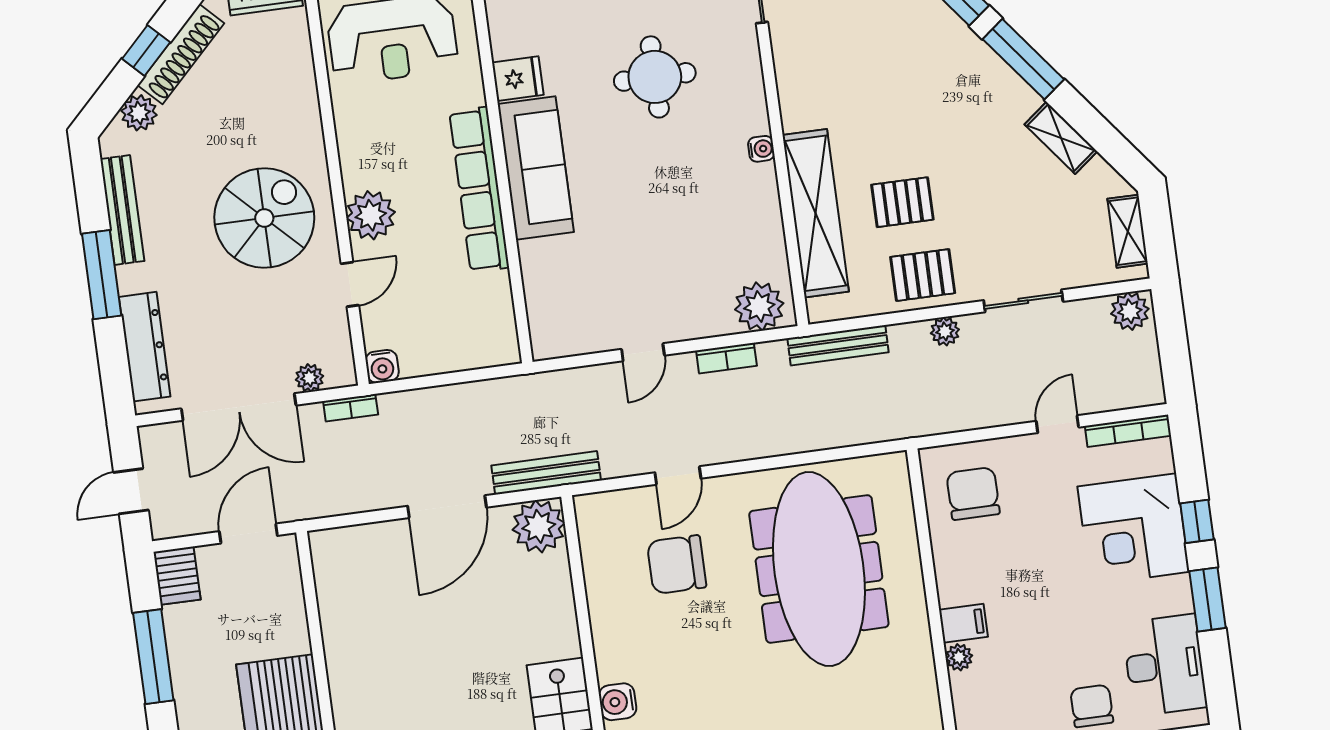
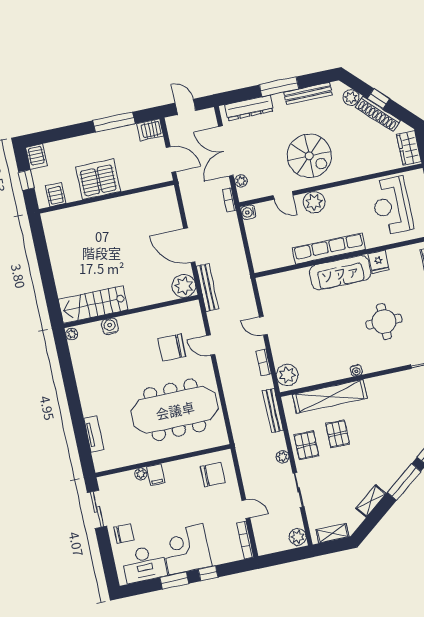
corner desk: (1133, 529) -> (186, 549), moved
chair: (677, 565) -> (172, 348), turned -90

